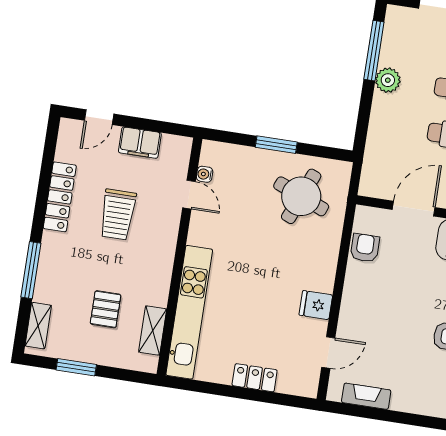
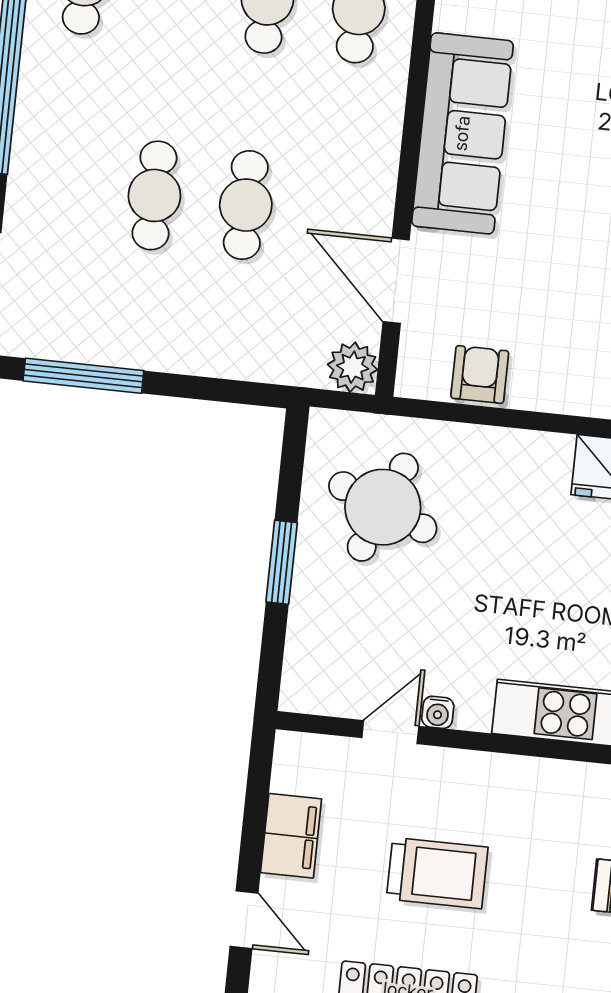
plant: (388, 80) -> (353, 367), moved
water cooler: (205, 174) -> (438, 712), moved
armchair: (365, 248) -> (480, 375), turned 90

